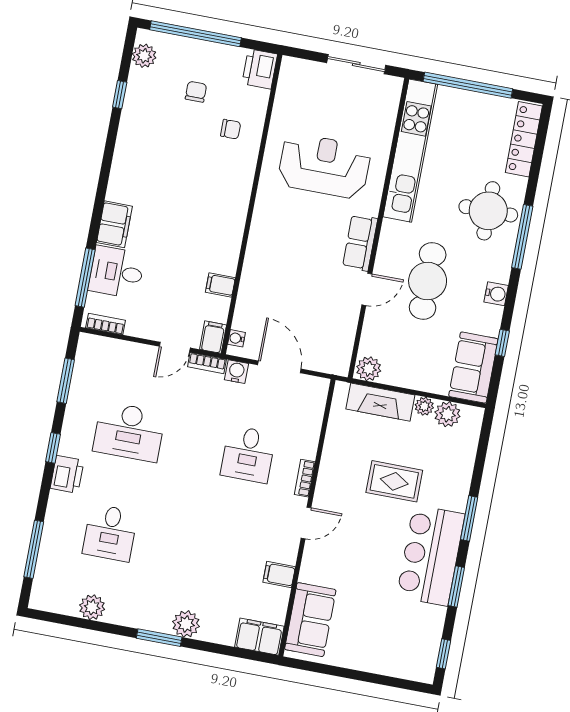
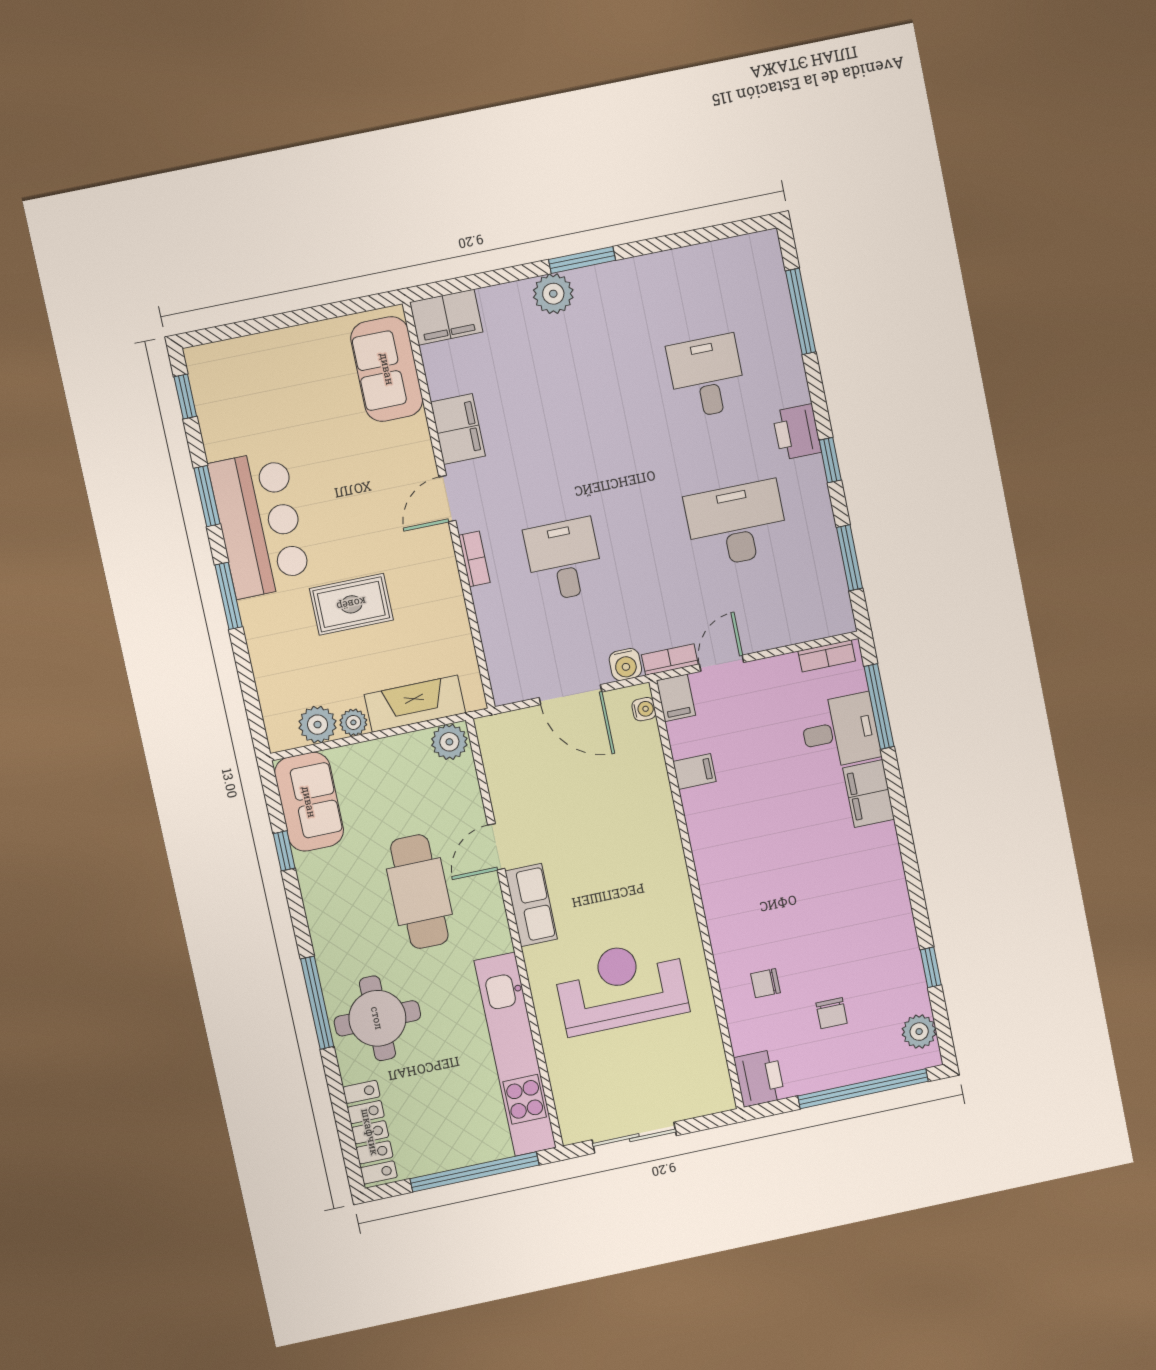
reception desk: (324, 166) -> (621, 987), turned 180
water cooler: (496, 294) -> (320, 913), removed
filing cabinet: (279, 575) -> (458, 429), width x2.00
plant: (92, 607) -> (690, 265), removed

